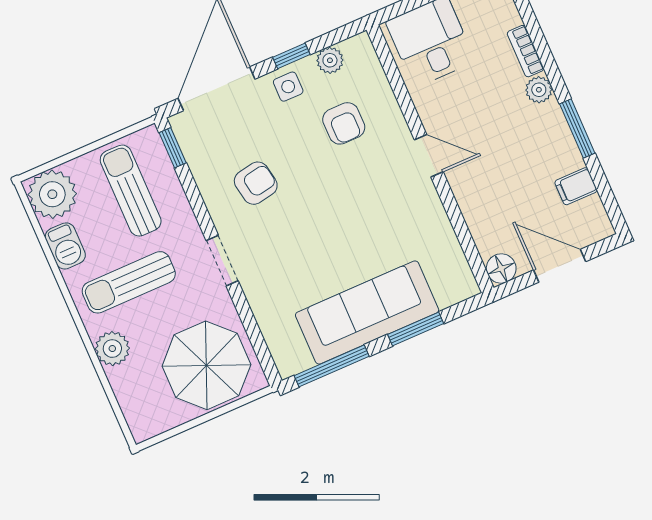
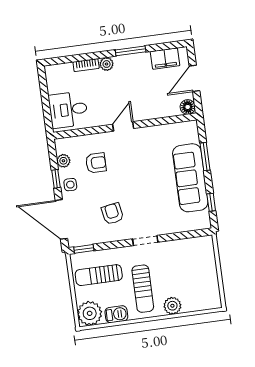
filing cabinet: (576, 186) -> (165, 59), width x2.00
parasol: (206, 365) -> (194, 263), removed
window: (332, 366) -> (211, 202), width x0.46

